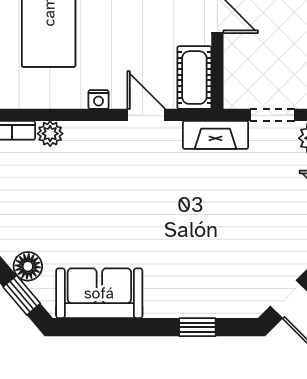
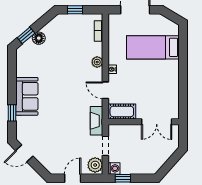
door: (146, 115) -> (105, 90), swing flipped
plant: (50, 134) -> (97, 62), moved
sofa: (99, 293) -> (27, 96), moved

